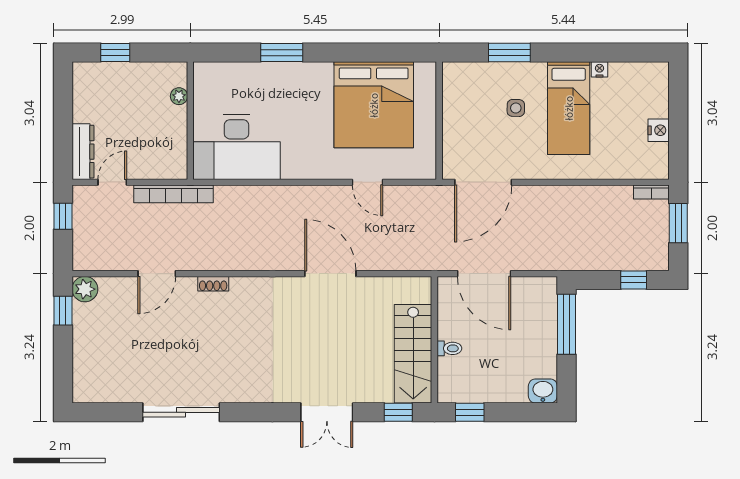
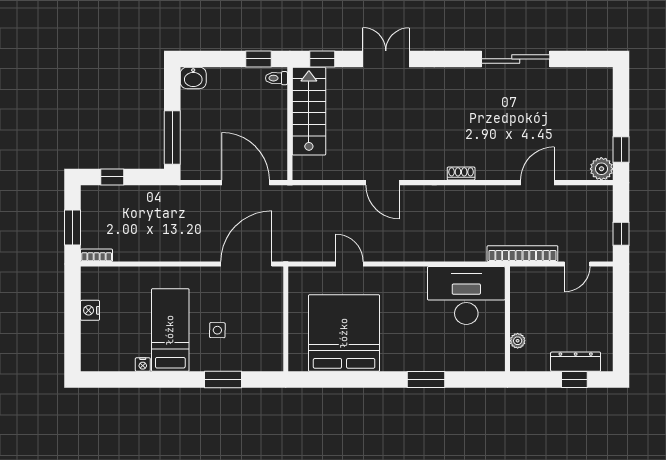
dresser: (83, 152) -> (576, 362), moved, turned 90
door: (330, 274) -> (383, 183), width x0.73
shoe rack: (213, 284) -> (461, 174), moved
toilet: (449, 348) -> (277, 78), moved

